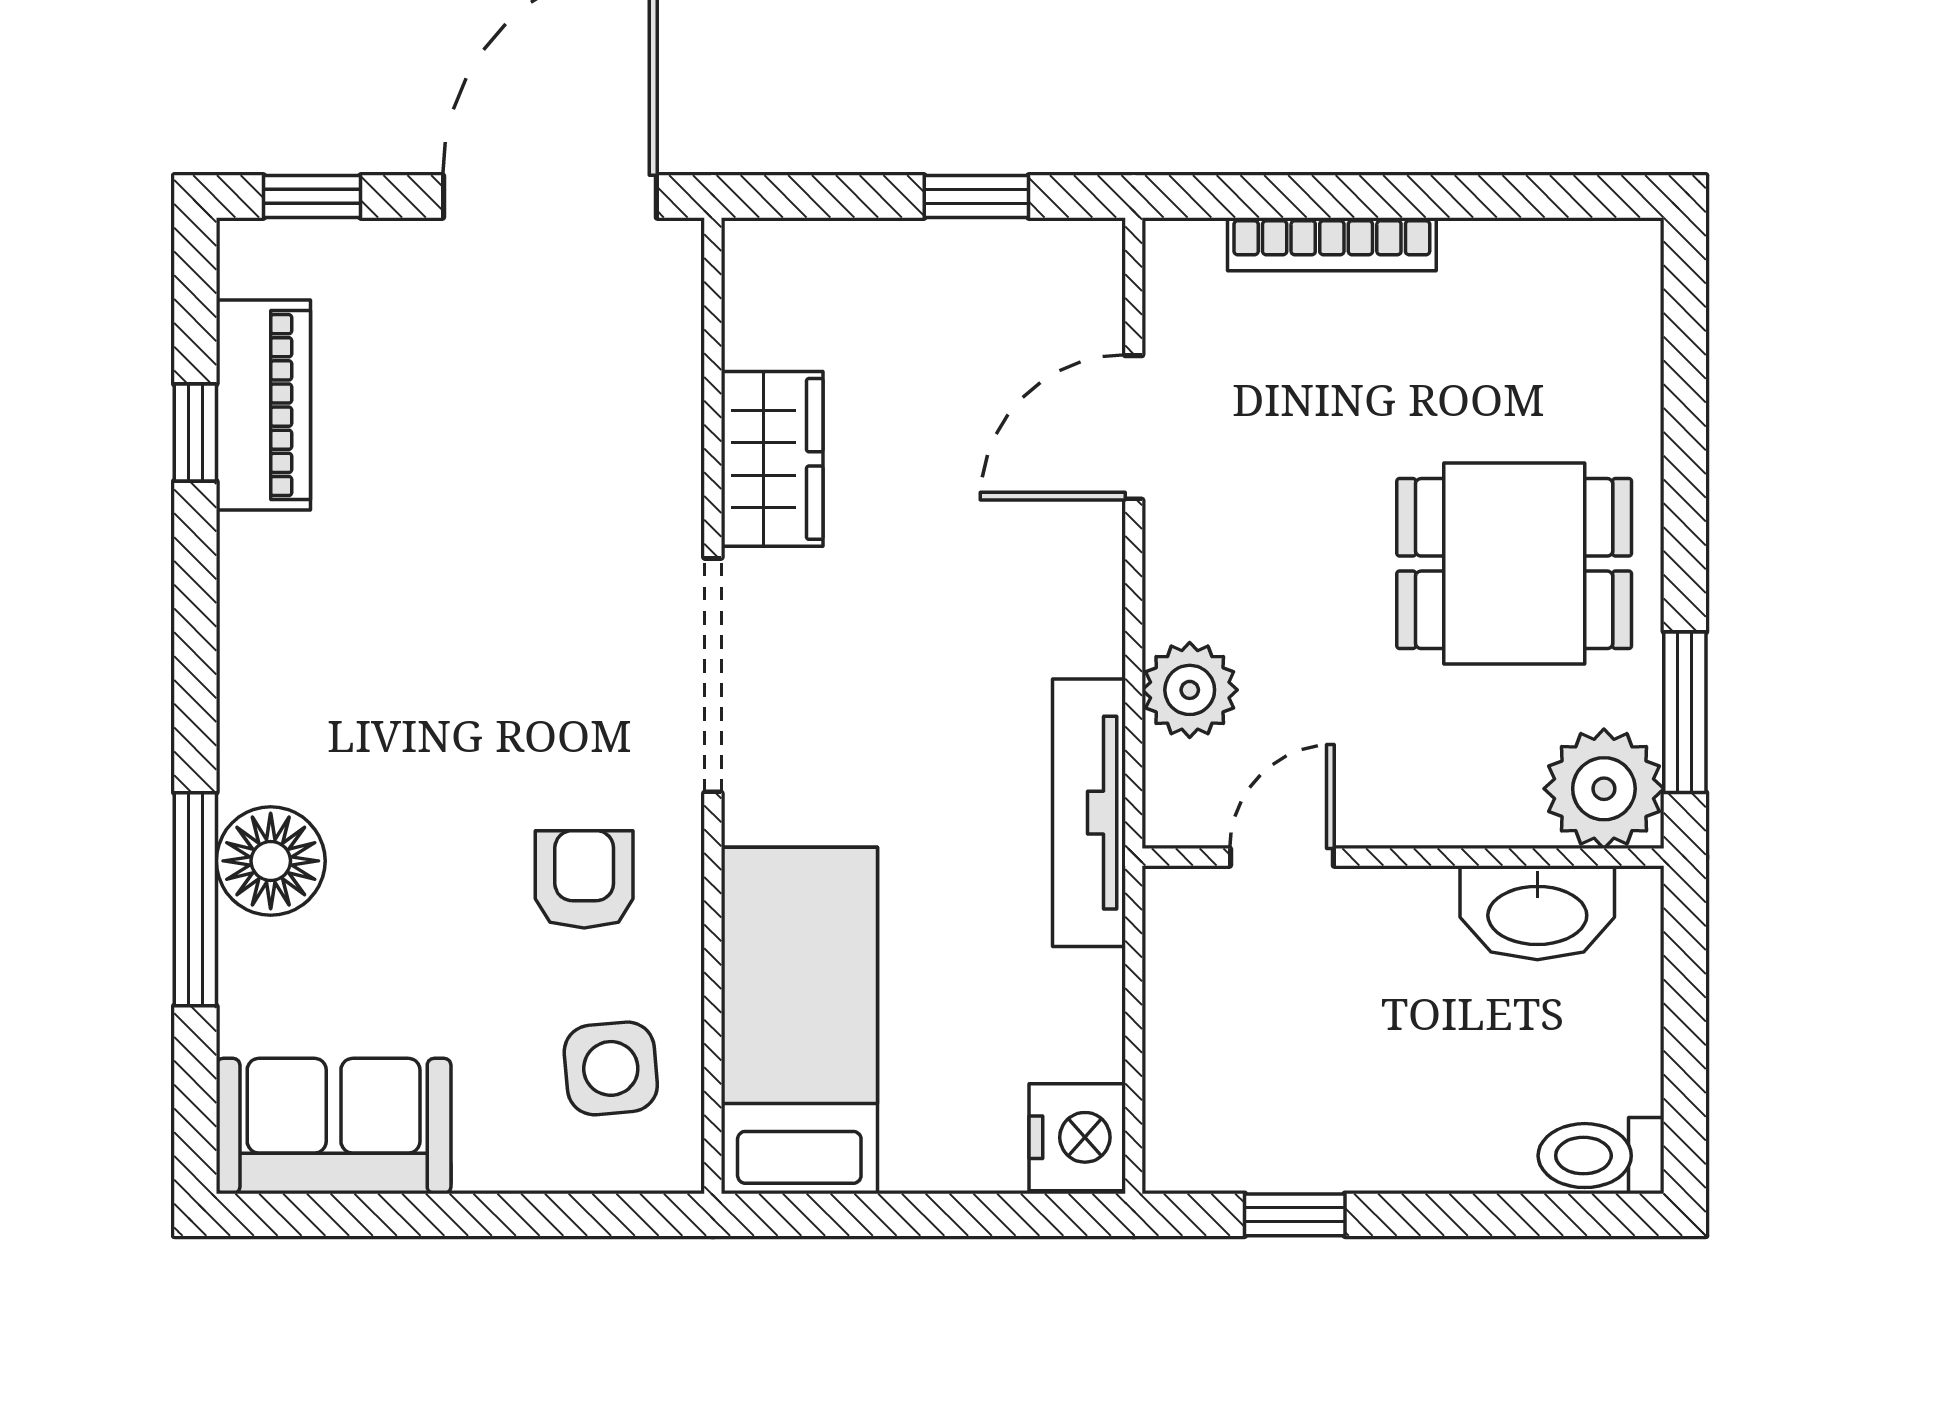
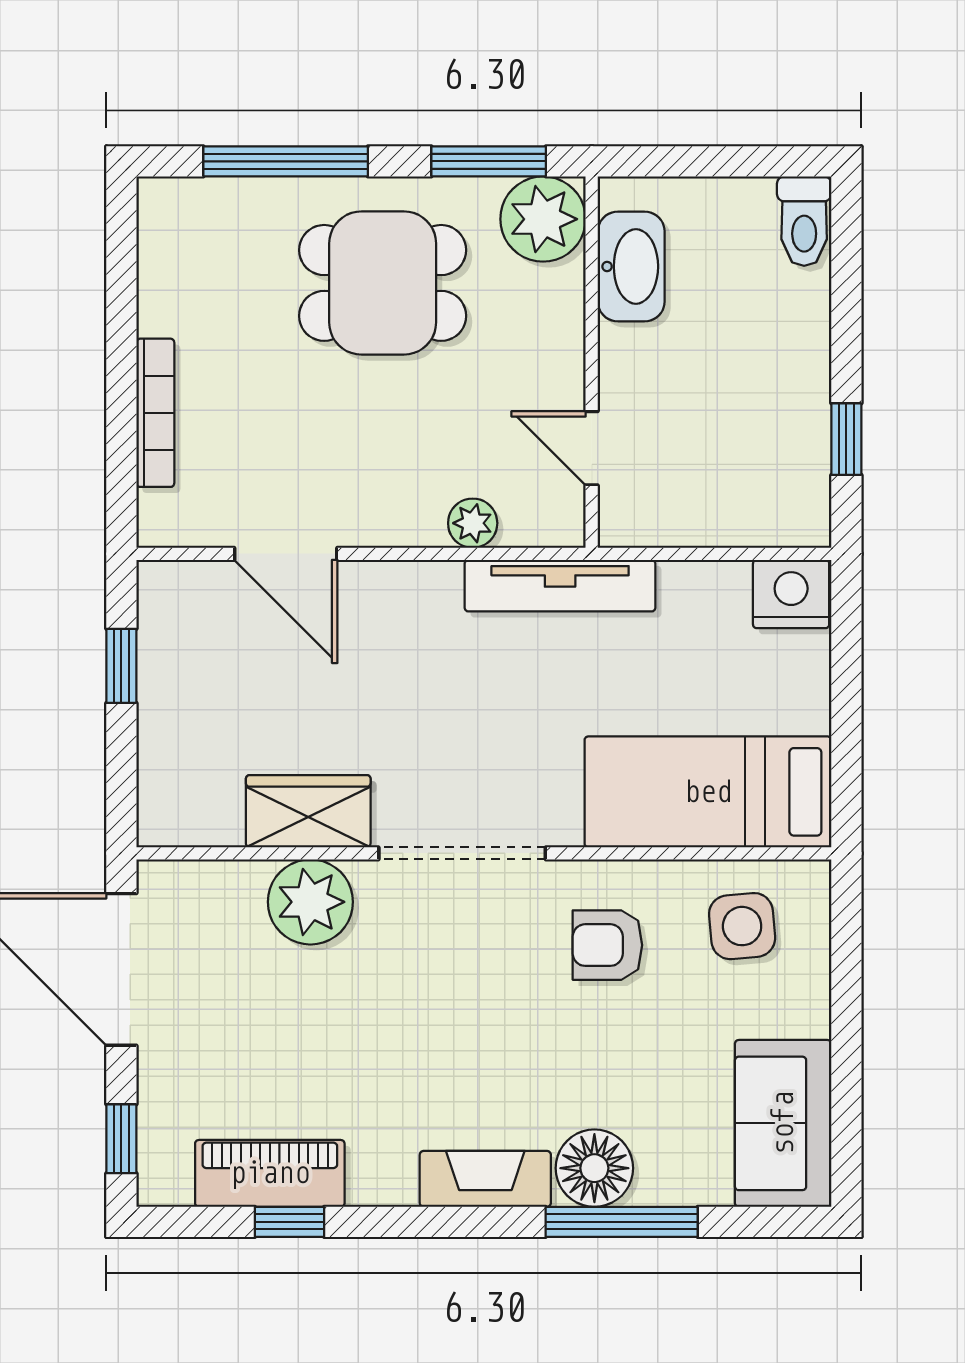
window: (1685, 427) -> (286, 161), added
plant: (645, 462) -> (310, 902), added
dining table: (1514, 564) -> (383, 283), turned 90
plant: (1190, 690) -> (473, 523), width x0.73, depth x0.73
fireplace: (256, 708) -> (485, 1179), added

